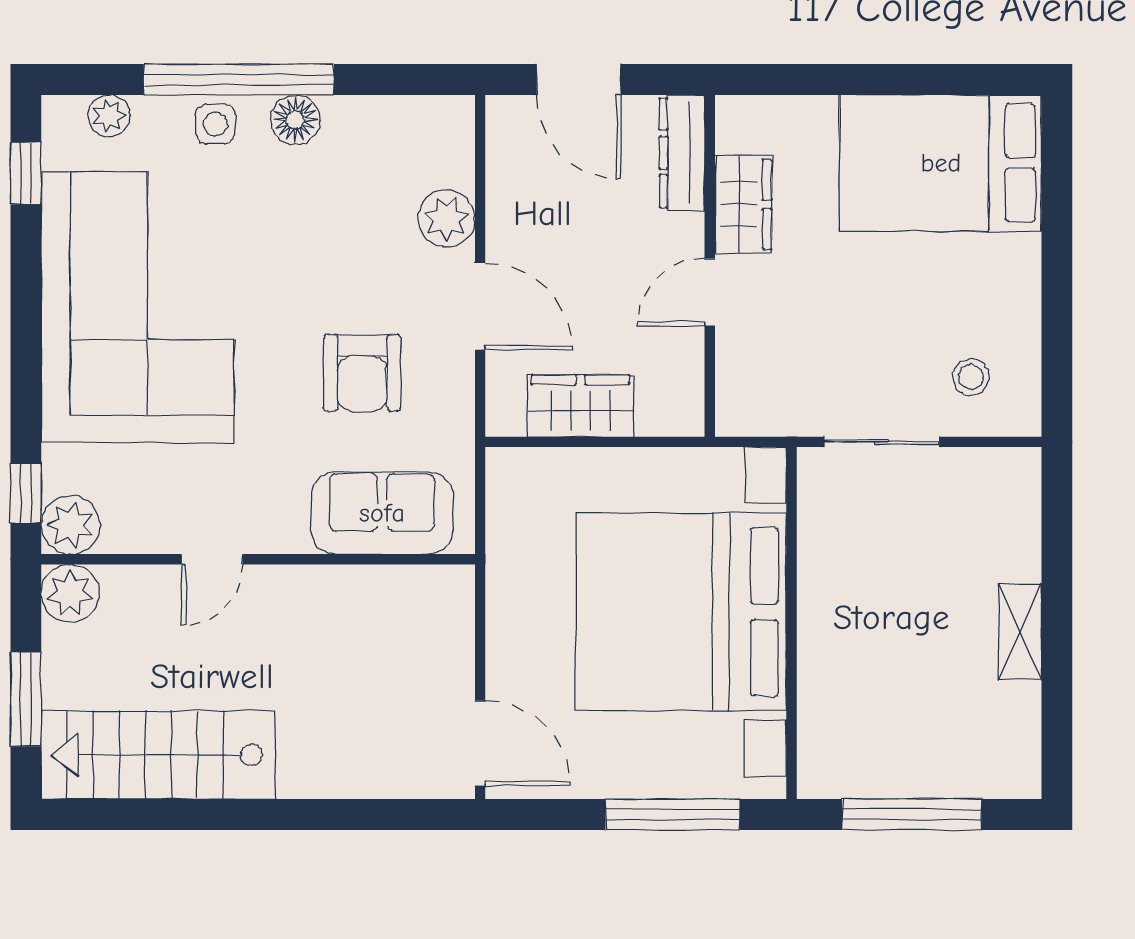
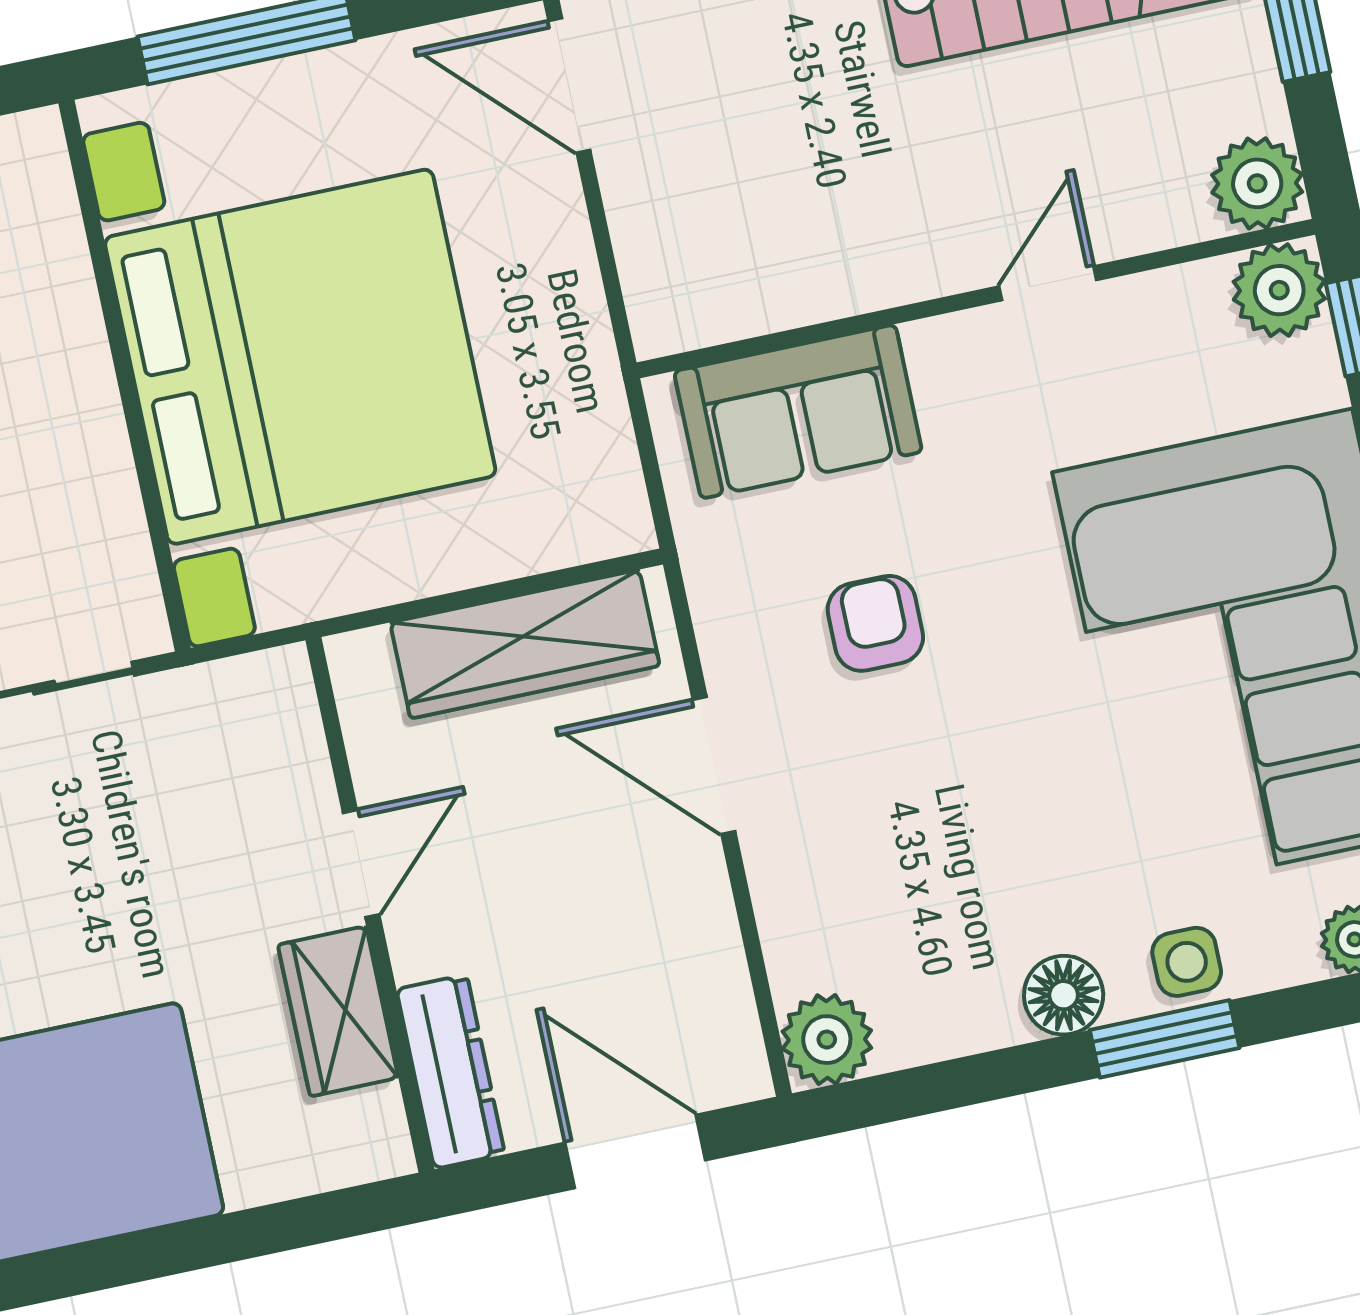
window: (239, 80) -> (1165, 1039), width x0.47
plant: (447, 219) -> (827, 1040), moved
armchair: (362, 373) -> (875, 623), width x0.72, depth x0.72
wardrobe: (580, 406) -> (525, 644), width x1.50

